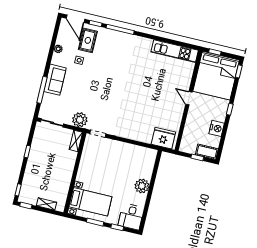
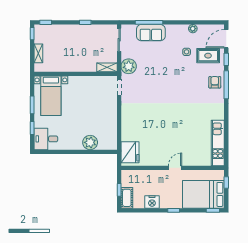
armchair: (115, 40) -> (215, 82), added
bed: (216, 76) -> (203, 194), width x0.73
sofa: (55, 80) -> (151, 33), moved
plant: (142, 186) -> (90, 142), moved

